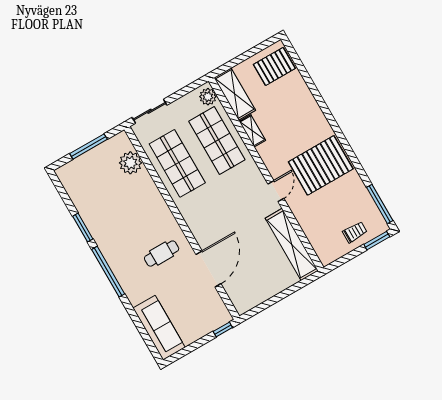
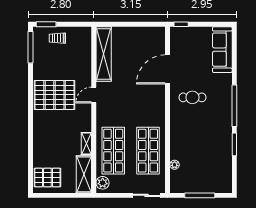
plant: (130, 163) -> (175, 165), width x0.53, depth x0.53

